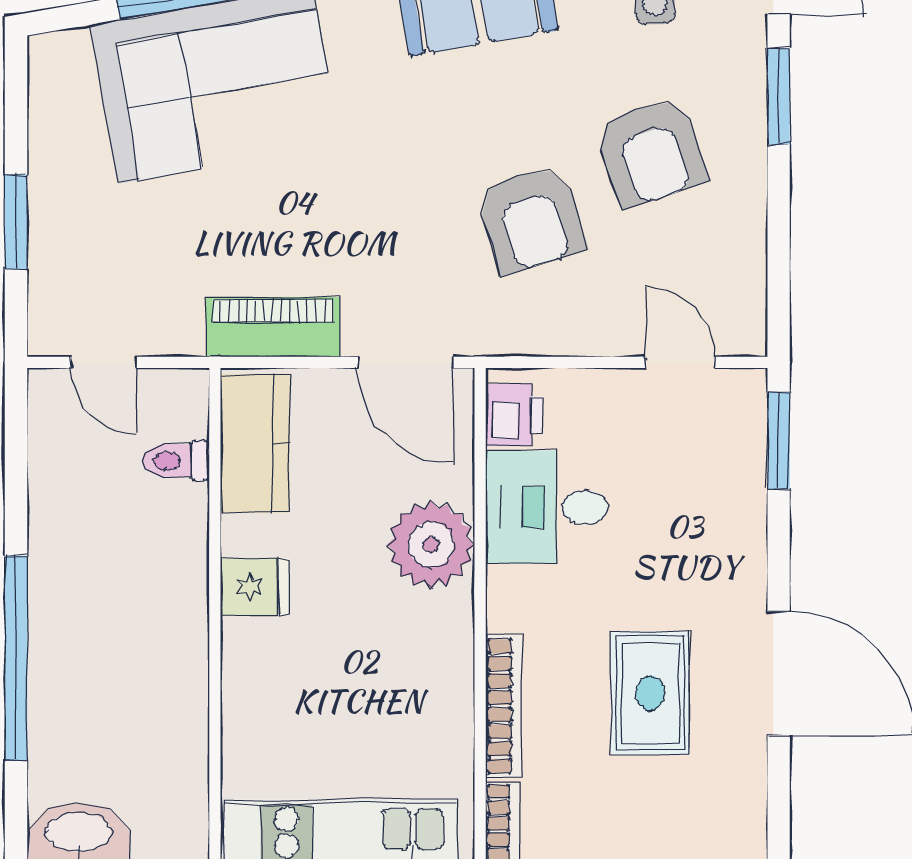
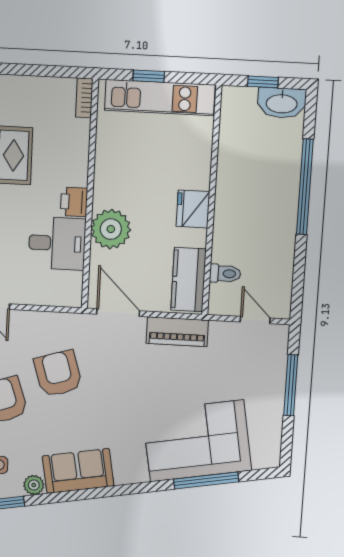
window: (16, 222) -> (291, 385), width x1.44
printer: (514, 415) -> (74, 202), moved
fridge: (255, 587) -> (193, 209), width x1.38
bookcase: (504, 706) -> (81, 153), removed

